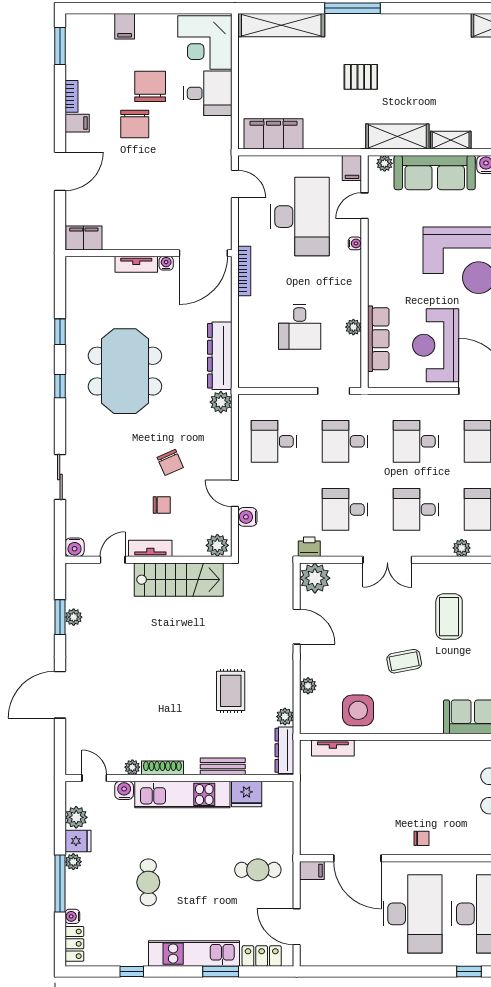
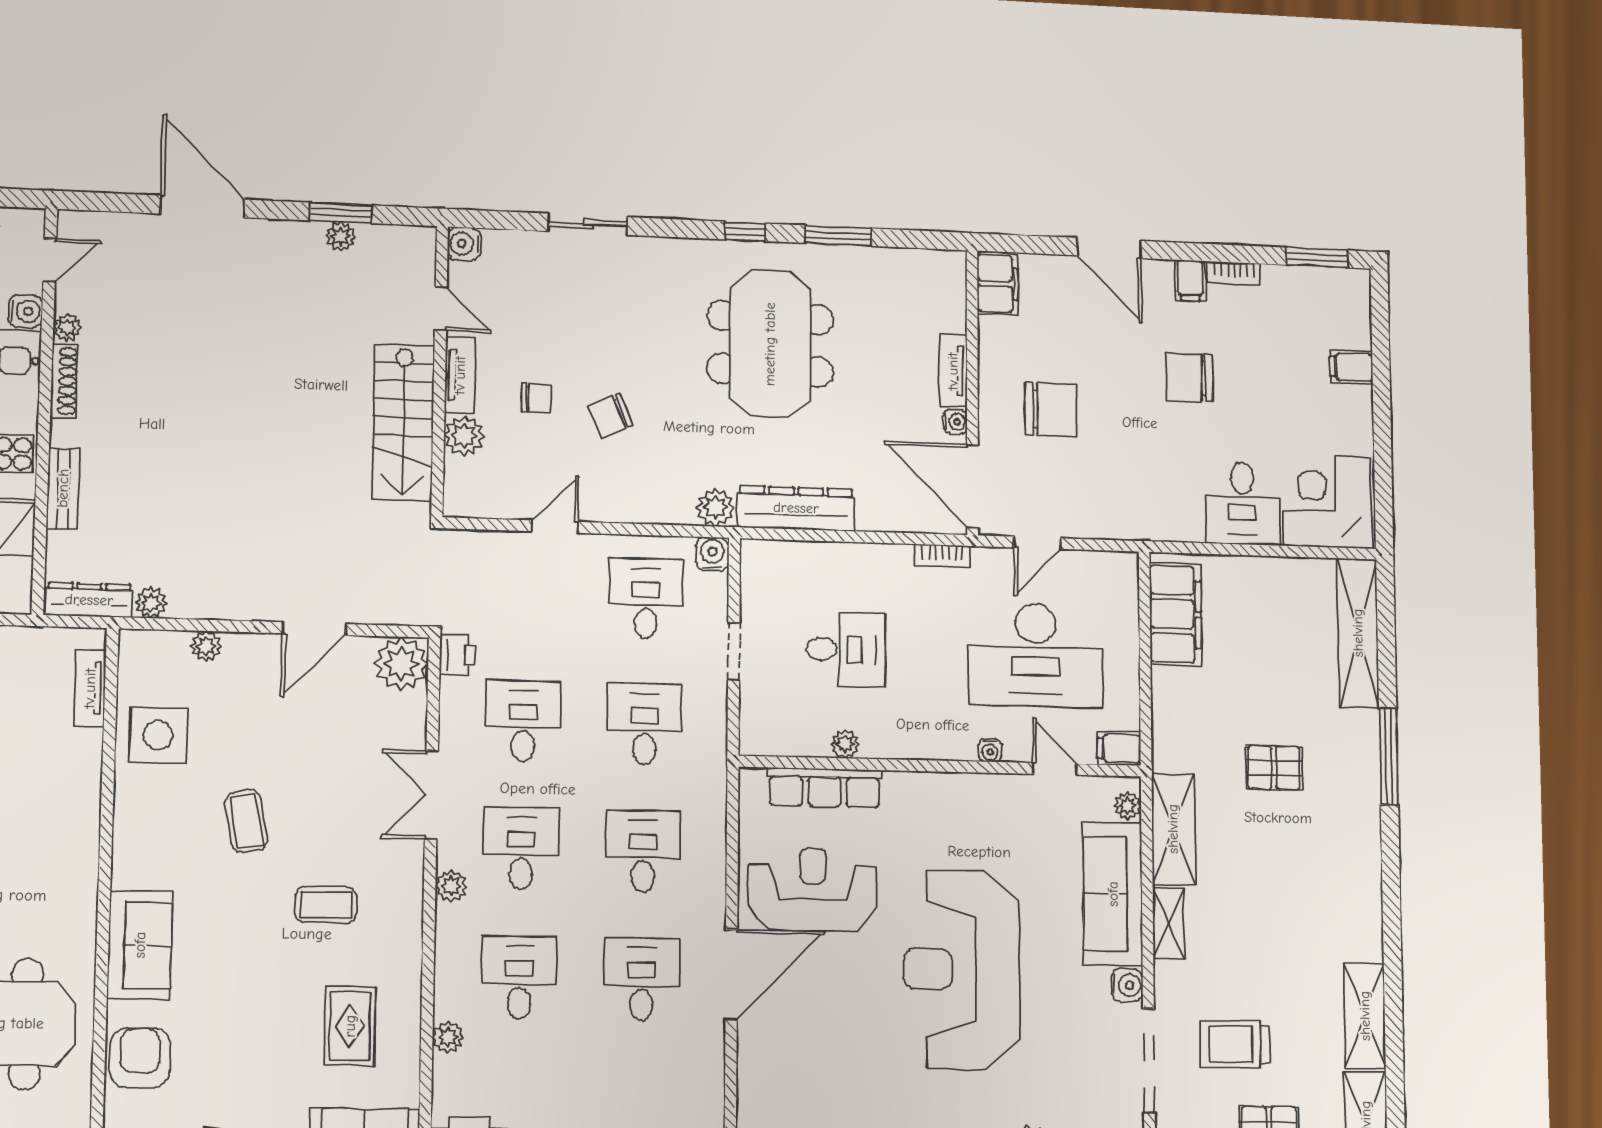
pallet: (361, 77) -> (1274, 768), turned 90
chair: (150, 86) -> (1051, 409), moved
door: (235, 184) -> (1037, 543), moved
bookcase: (244, 271) -> (942, 556), width x0.64
desk: (300, 327) -> (846, 650), turned 180
window: (60, 332) -> (838, 236), width x1.50
meeting table: (125, 371) -> (770, 344), turned 90
doorway: (334, 391) -> (734, 651), moved
chair: (162, 505) -> (536, 398), turned -90
water cooler: (247, 517) -> (712, 554), moved
plant: (217, 545) -> (464, 436), moved
plant: (462, 548) -> (451, 886), moved
coffee table: (449, 617) -> (326, 905), width x0.73, depth x0.77
rug: (231, 691) -> (201, 507), removed

